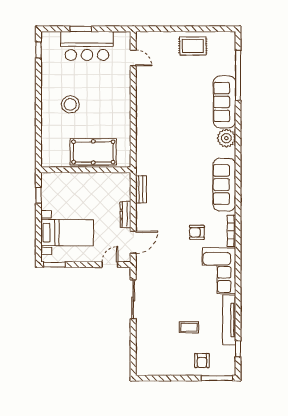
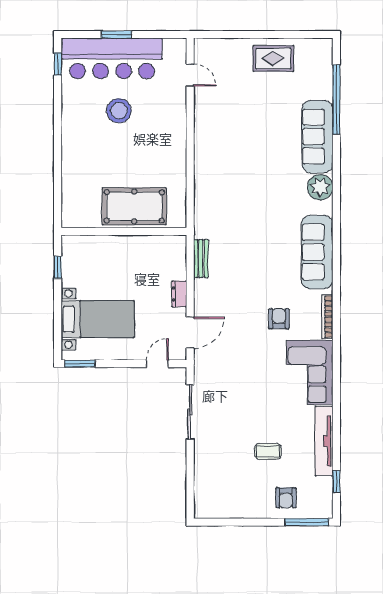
bar counter: (87, 46) -> (112, 58), width x1.36
stool: (70, 104) -> (119, 111), moved
dresser: (125, 215) -> (179, 294), width x0.70
armchair: (197, 232) -> (279, 319), turned 90

